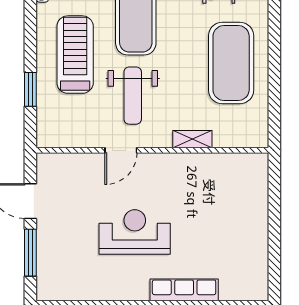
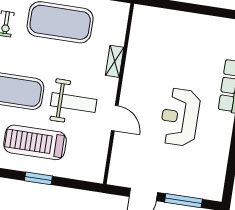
window: (30, 89) -> (38, 178), moved

